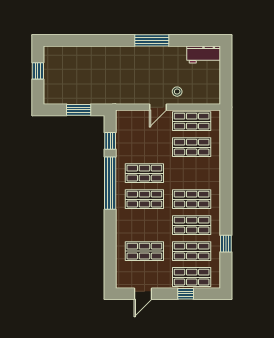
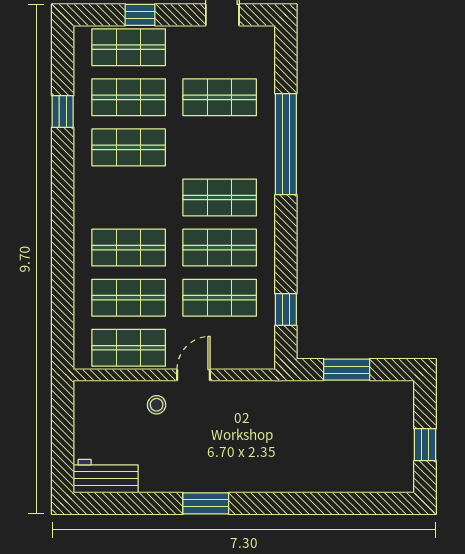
window: (152, 40) -> (206, 503), width x0.69
shop shelf: (144, 147) -> (220, 298), added
window: (110, 183) -> (286, 144), moved
shop shelf: (192, 199) -> (129, 248), moved

